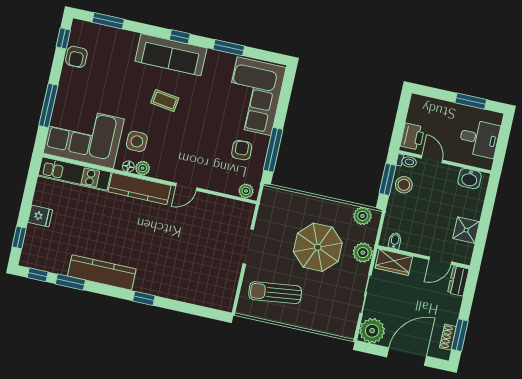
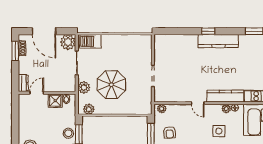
side table: (137, 141) -> (219, 131), moved
door: (186, 187) -> (198, 103), swing flipped
shower: (466, 230) -> (55, 101), moved
wardrobe: (394, 262) -> (64, 86), removed
kitchen counter: (102, 273) -> (218, 41), moved
sun lounger: (275, 293) -> (131, 52), removed
barbecue: (336, 324) -> (90, 41), added
door: (407, 357) -> (44, 31), hinge flipped

